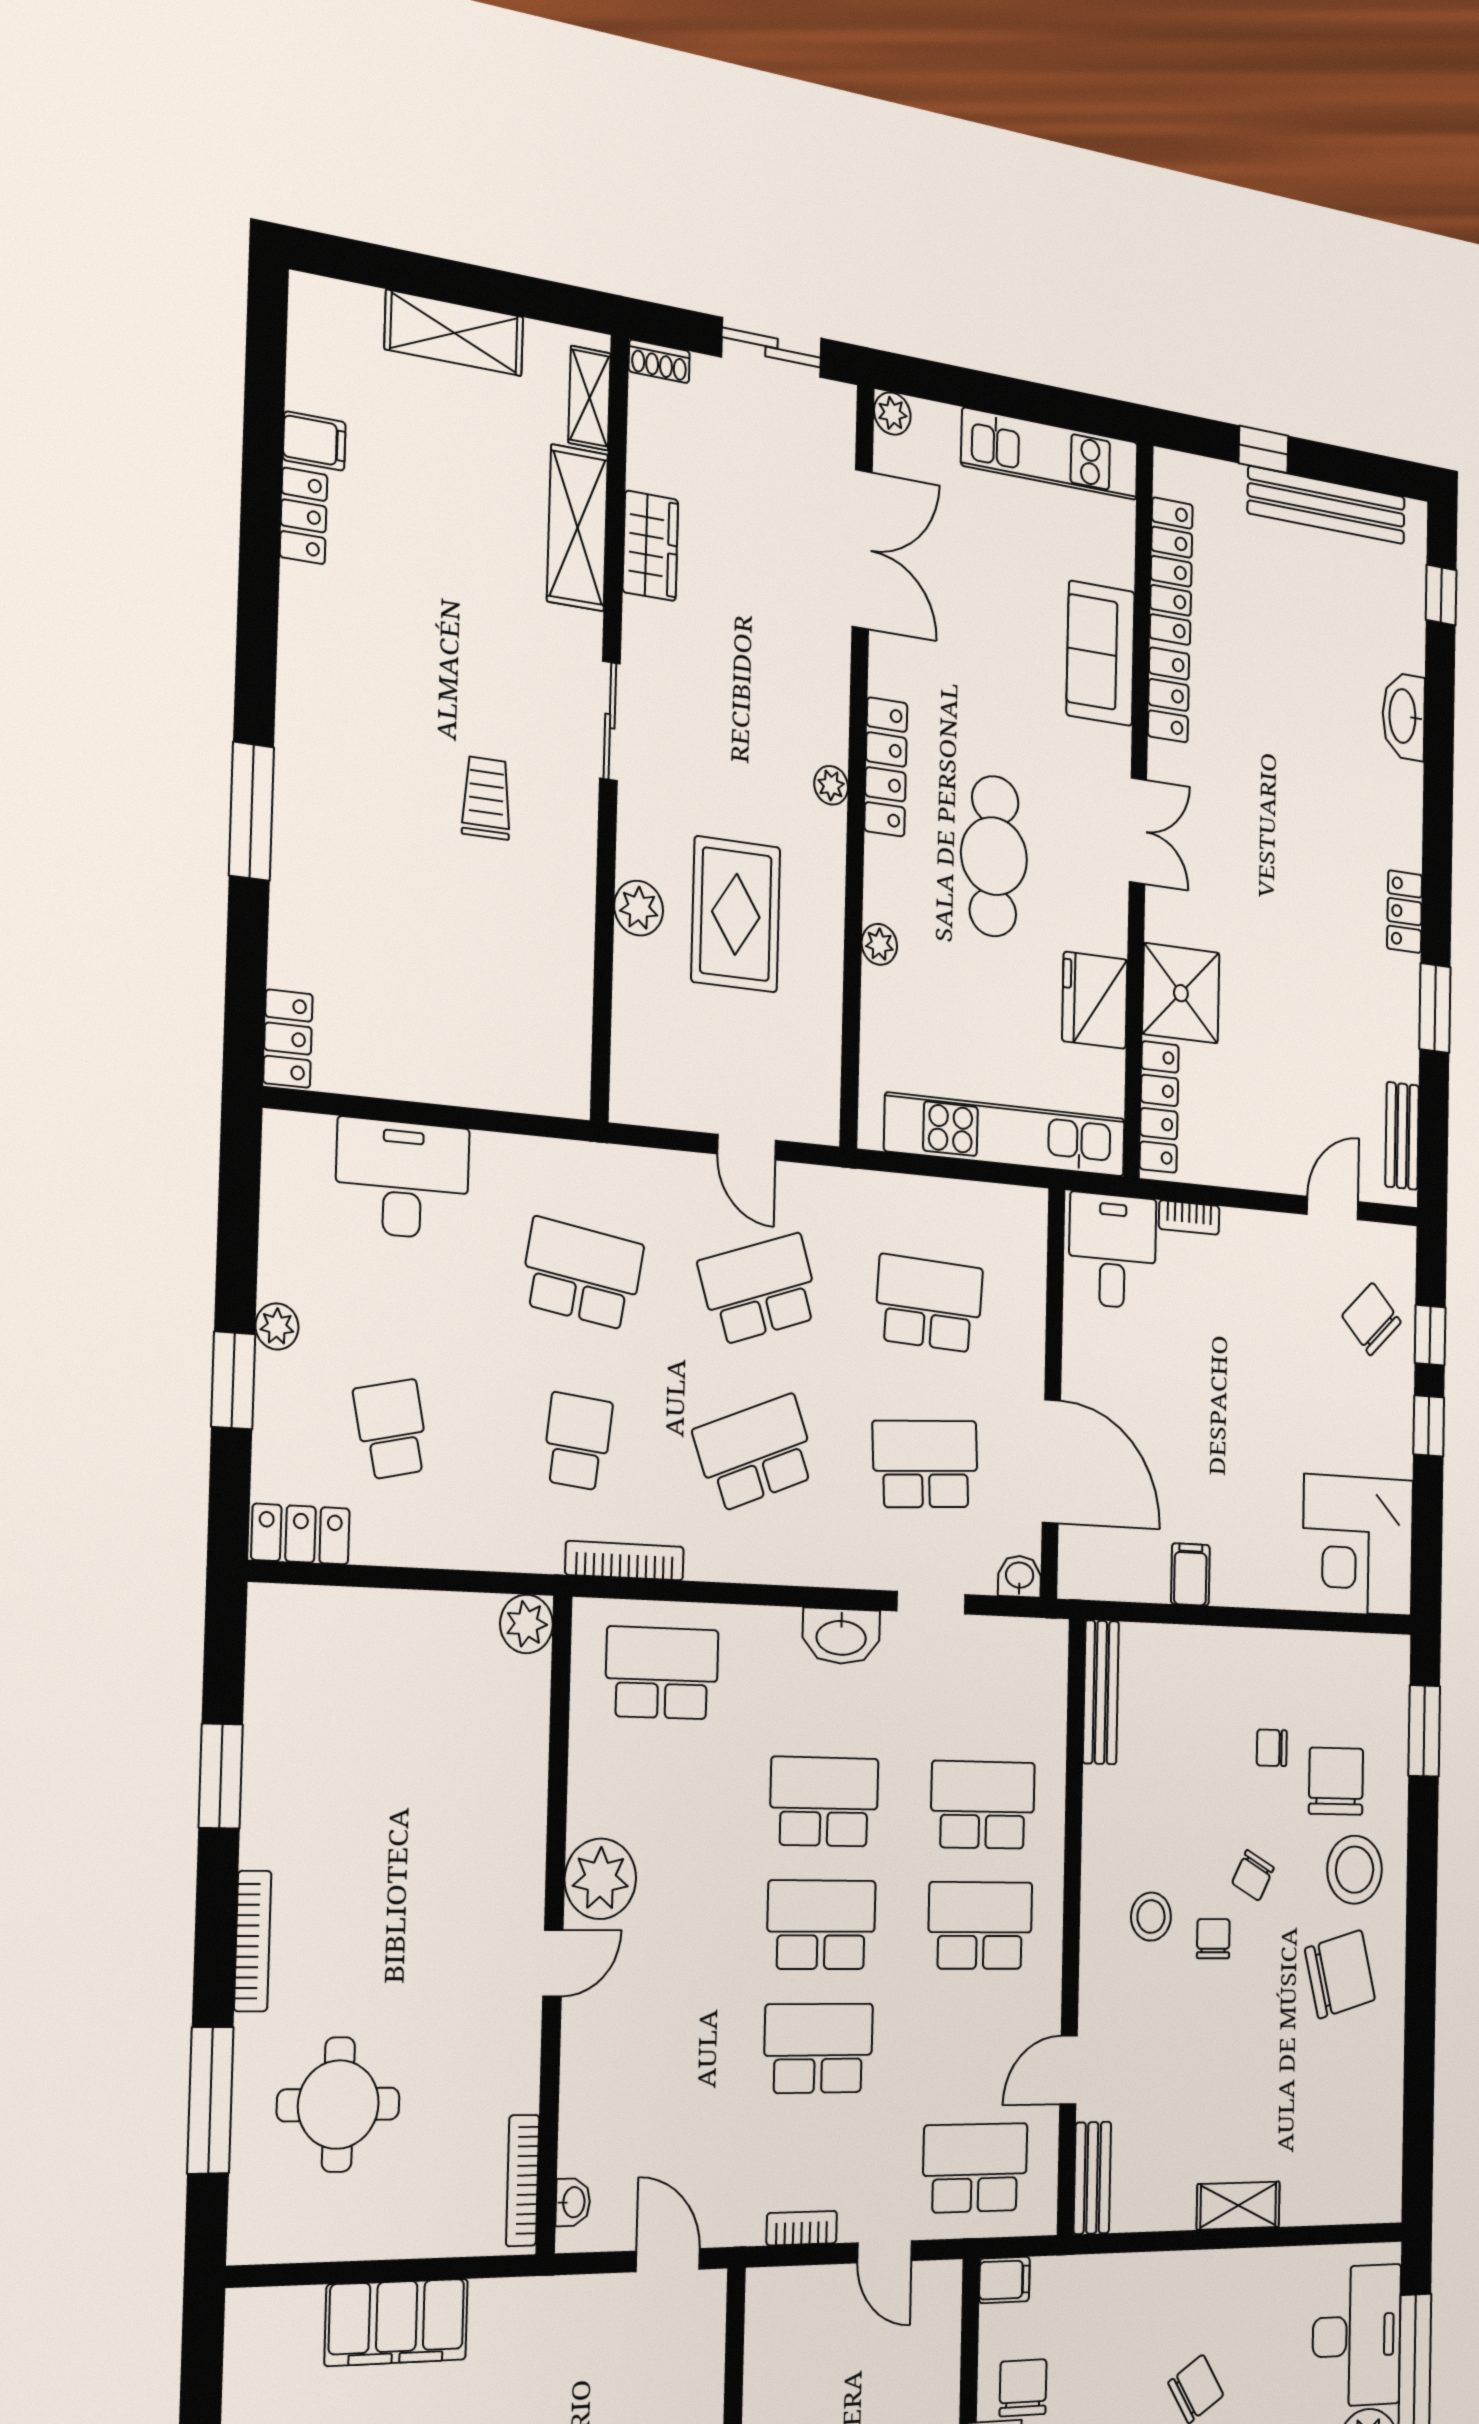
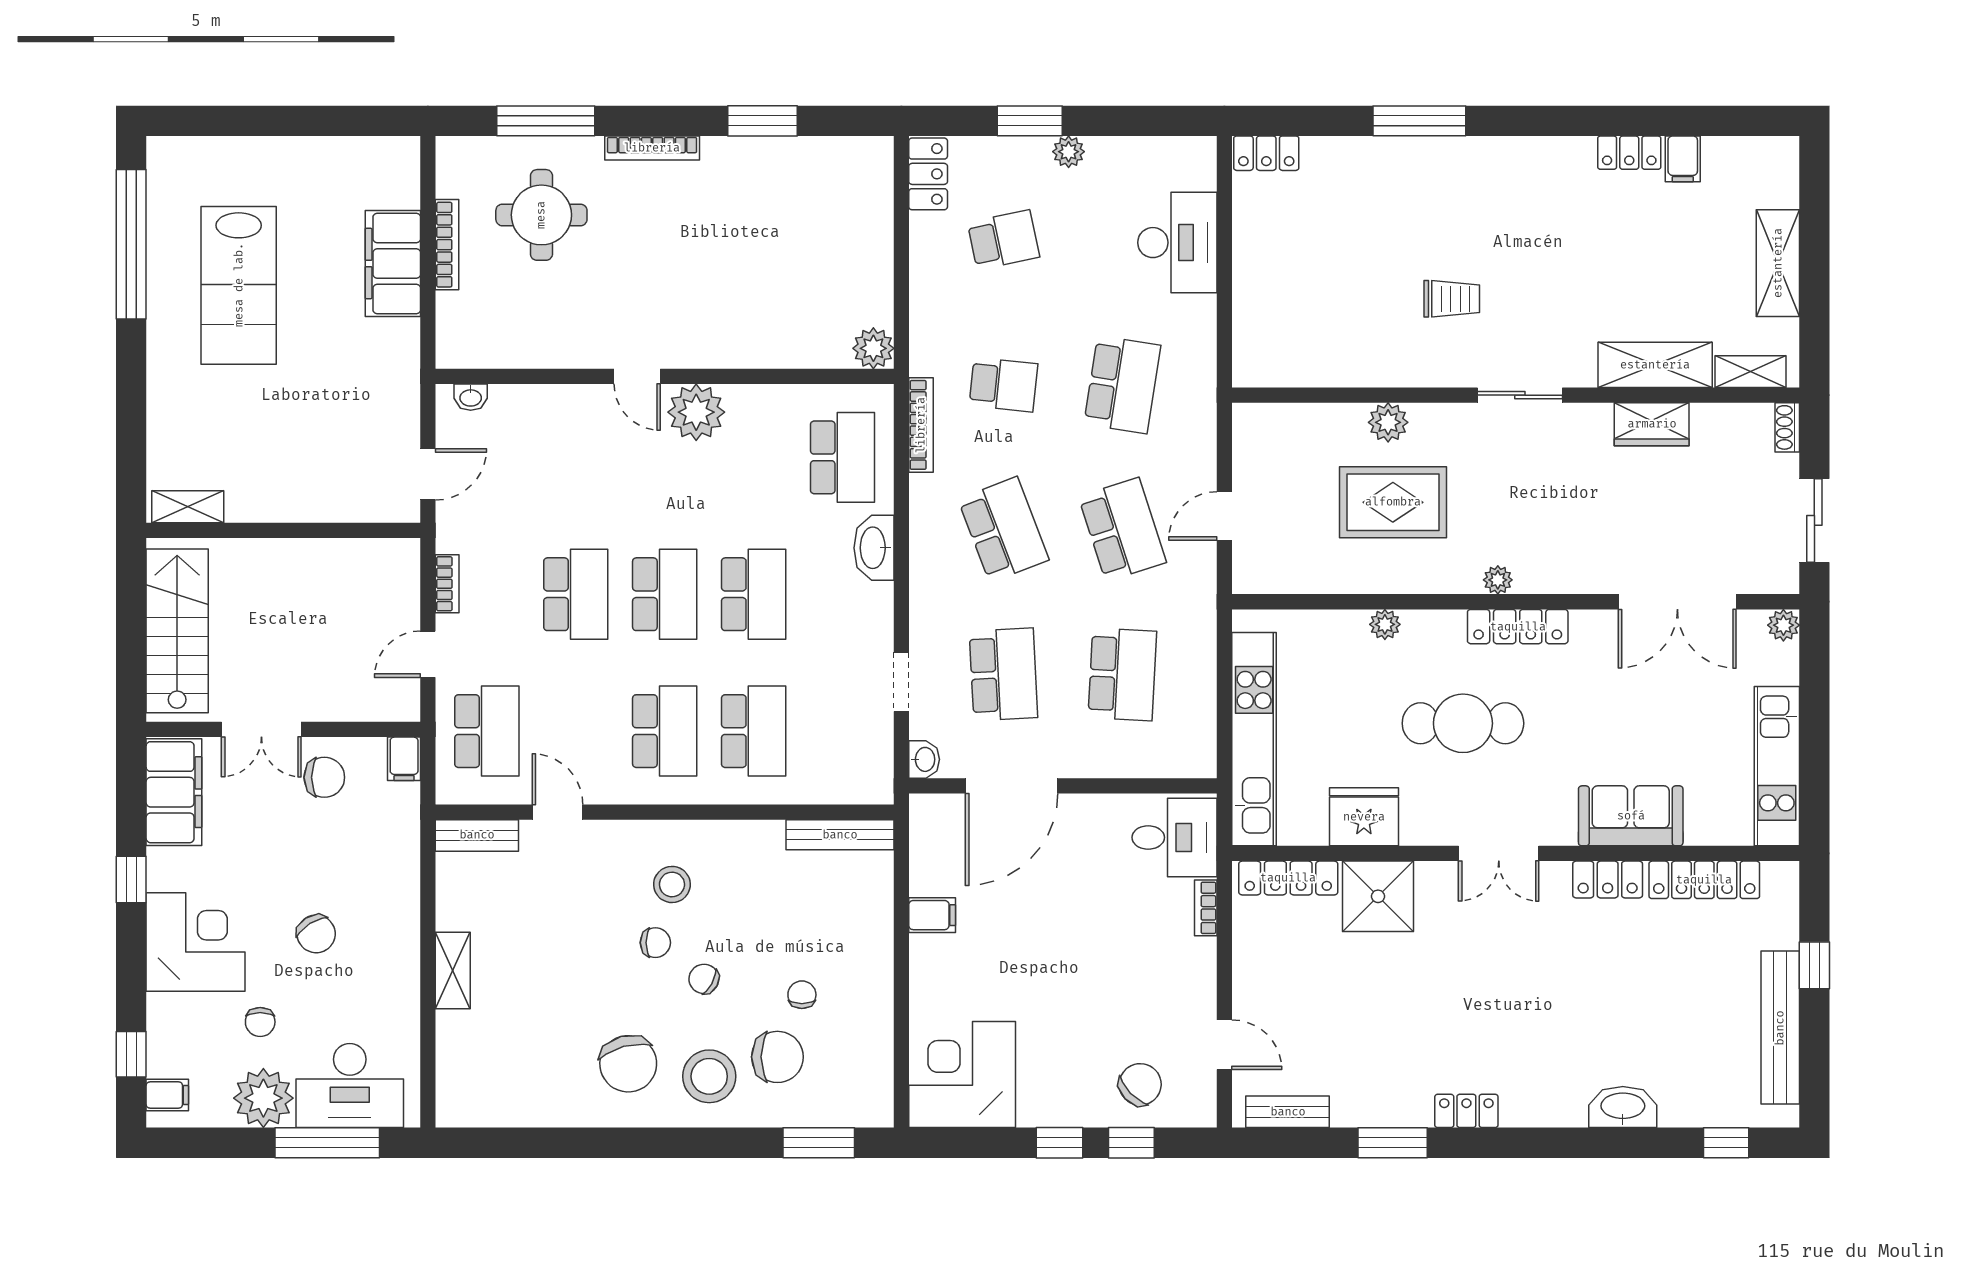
washbasin: (841, 1636) -> (874, 548), moved
bookcase: (523, 2180) -> (447, 245), moved, turned 90

